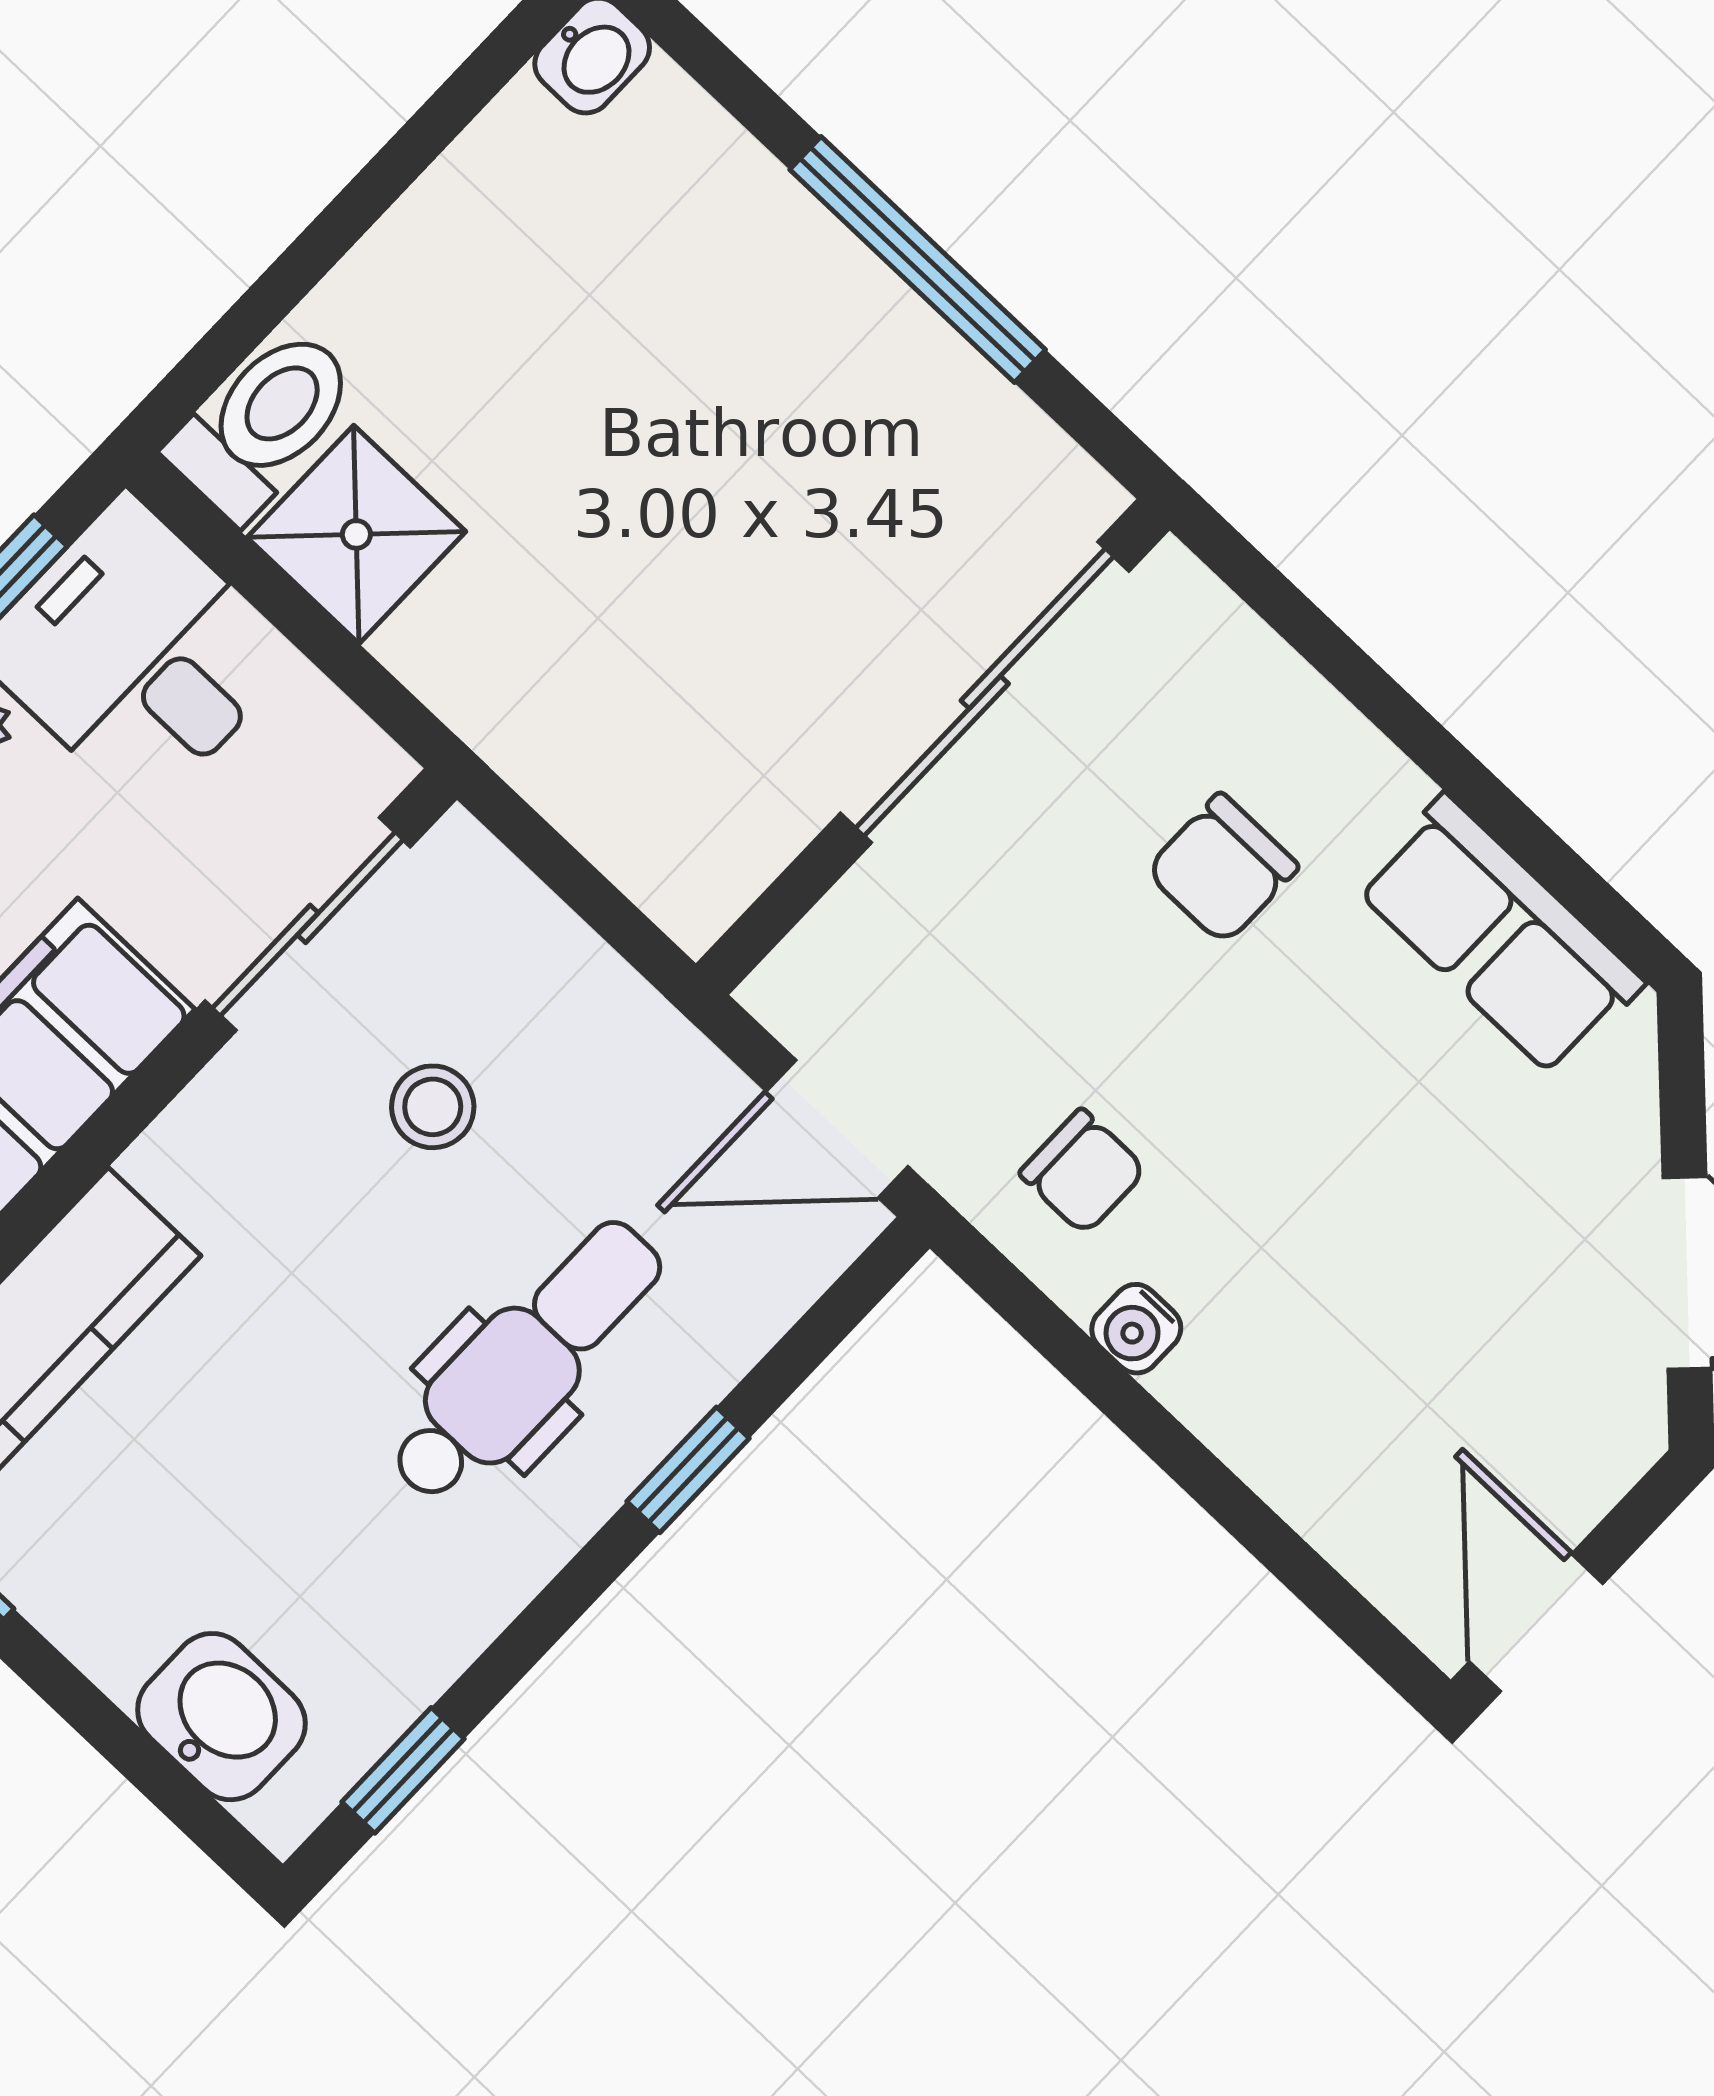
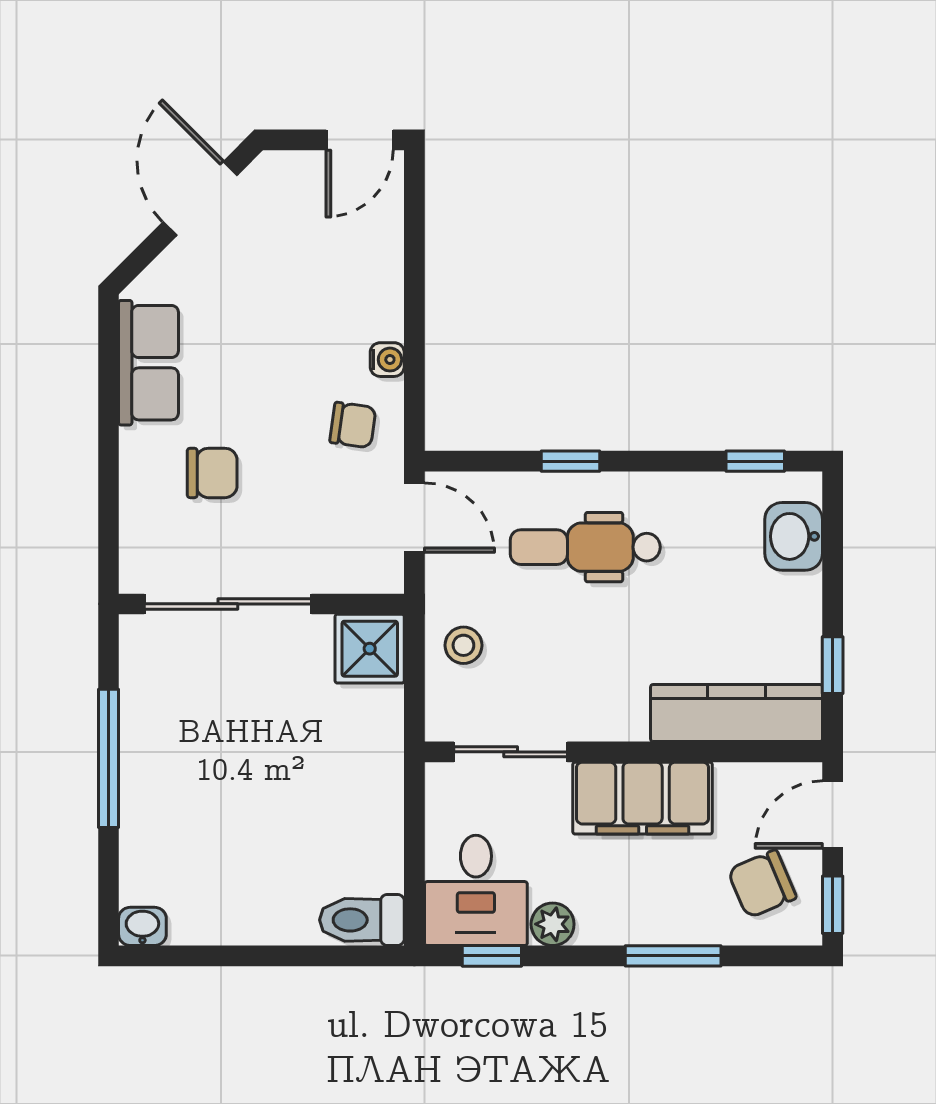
shower: (356, 534) -> (370, 649), moved
stool: (433, 1107) -> (463, 645), moved
chair: (1083, 1172) -> (353, 425), turned 98

